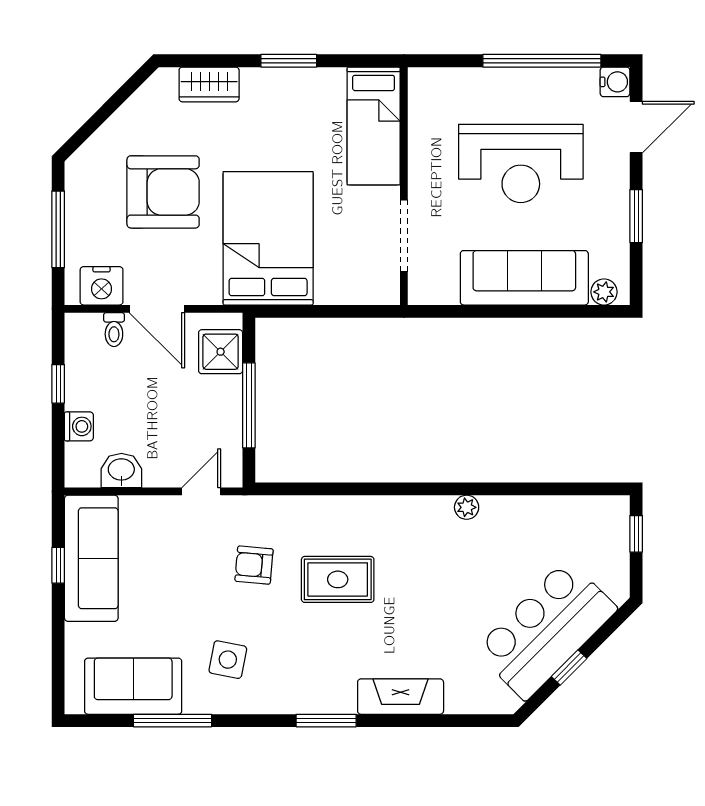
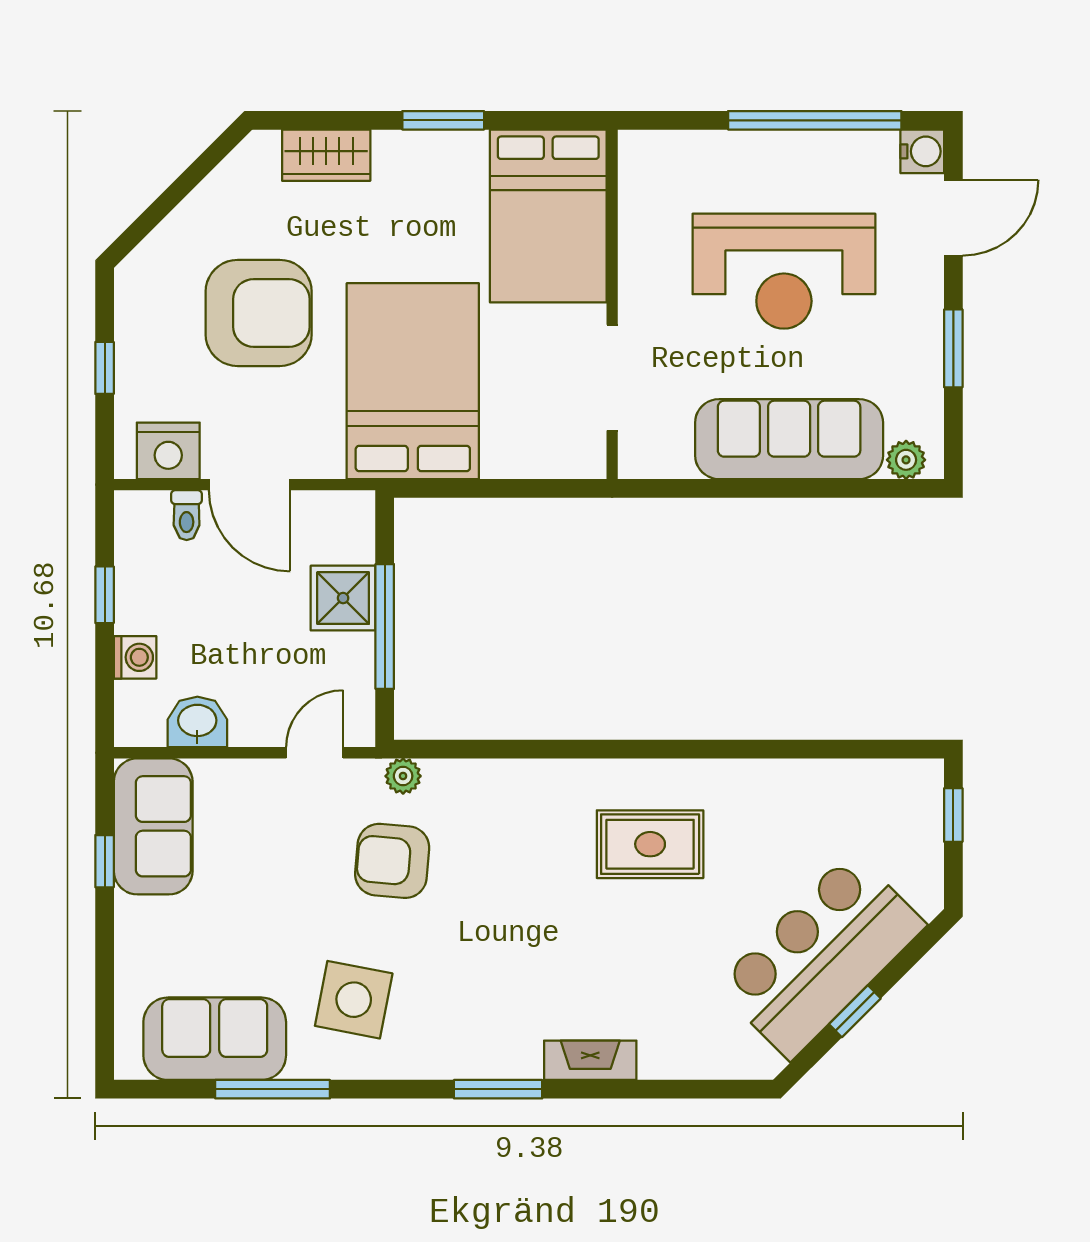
bed: (374, 126) -> (548, 216), width x1.50
window: (58, 229) -> (105, 368), width x0.46
shower: (221, 352) -> (343, 598), moved
plant: (467, 507) -> (403, 776), moved
sofa: (91, 558) -> (153, 826), width x0.73
armchair: (254, 565) -> (392, 861), width x1.38, depth x1.38
rug: (338, 579) -> (650, 844), moved
side table: (228, 660) -> (354, 1000), width x1.37, depth x1.37
fireplace: (401, 697) -> (590, 1060), width x0.73, depth x0.76

